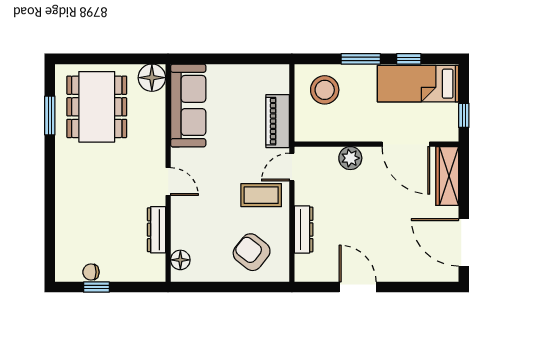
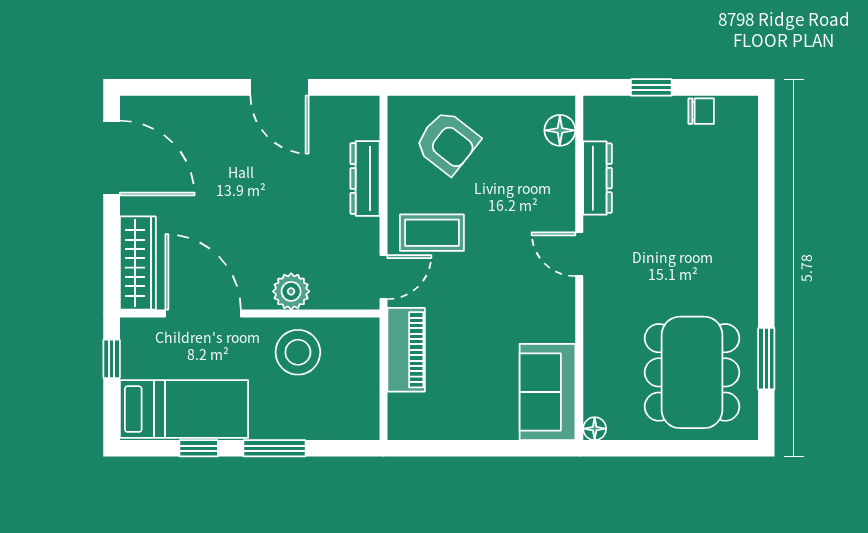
floor lamp: (152, 78) -> (595, 429), width x0.53, depth x0.53
stool: (325, 90) -> (298, 352), moved
sofa: (188, 105) -> (547, 392), width x0.73
window: (96, 287) -> (651, 87), moved

